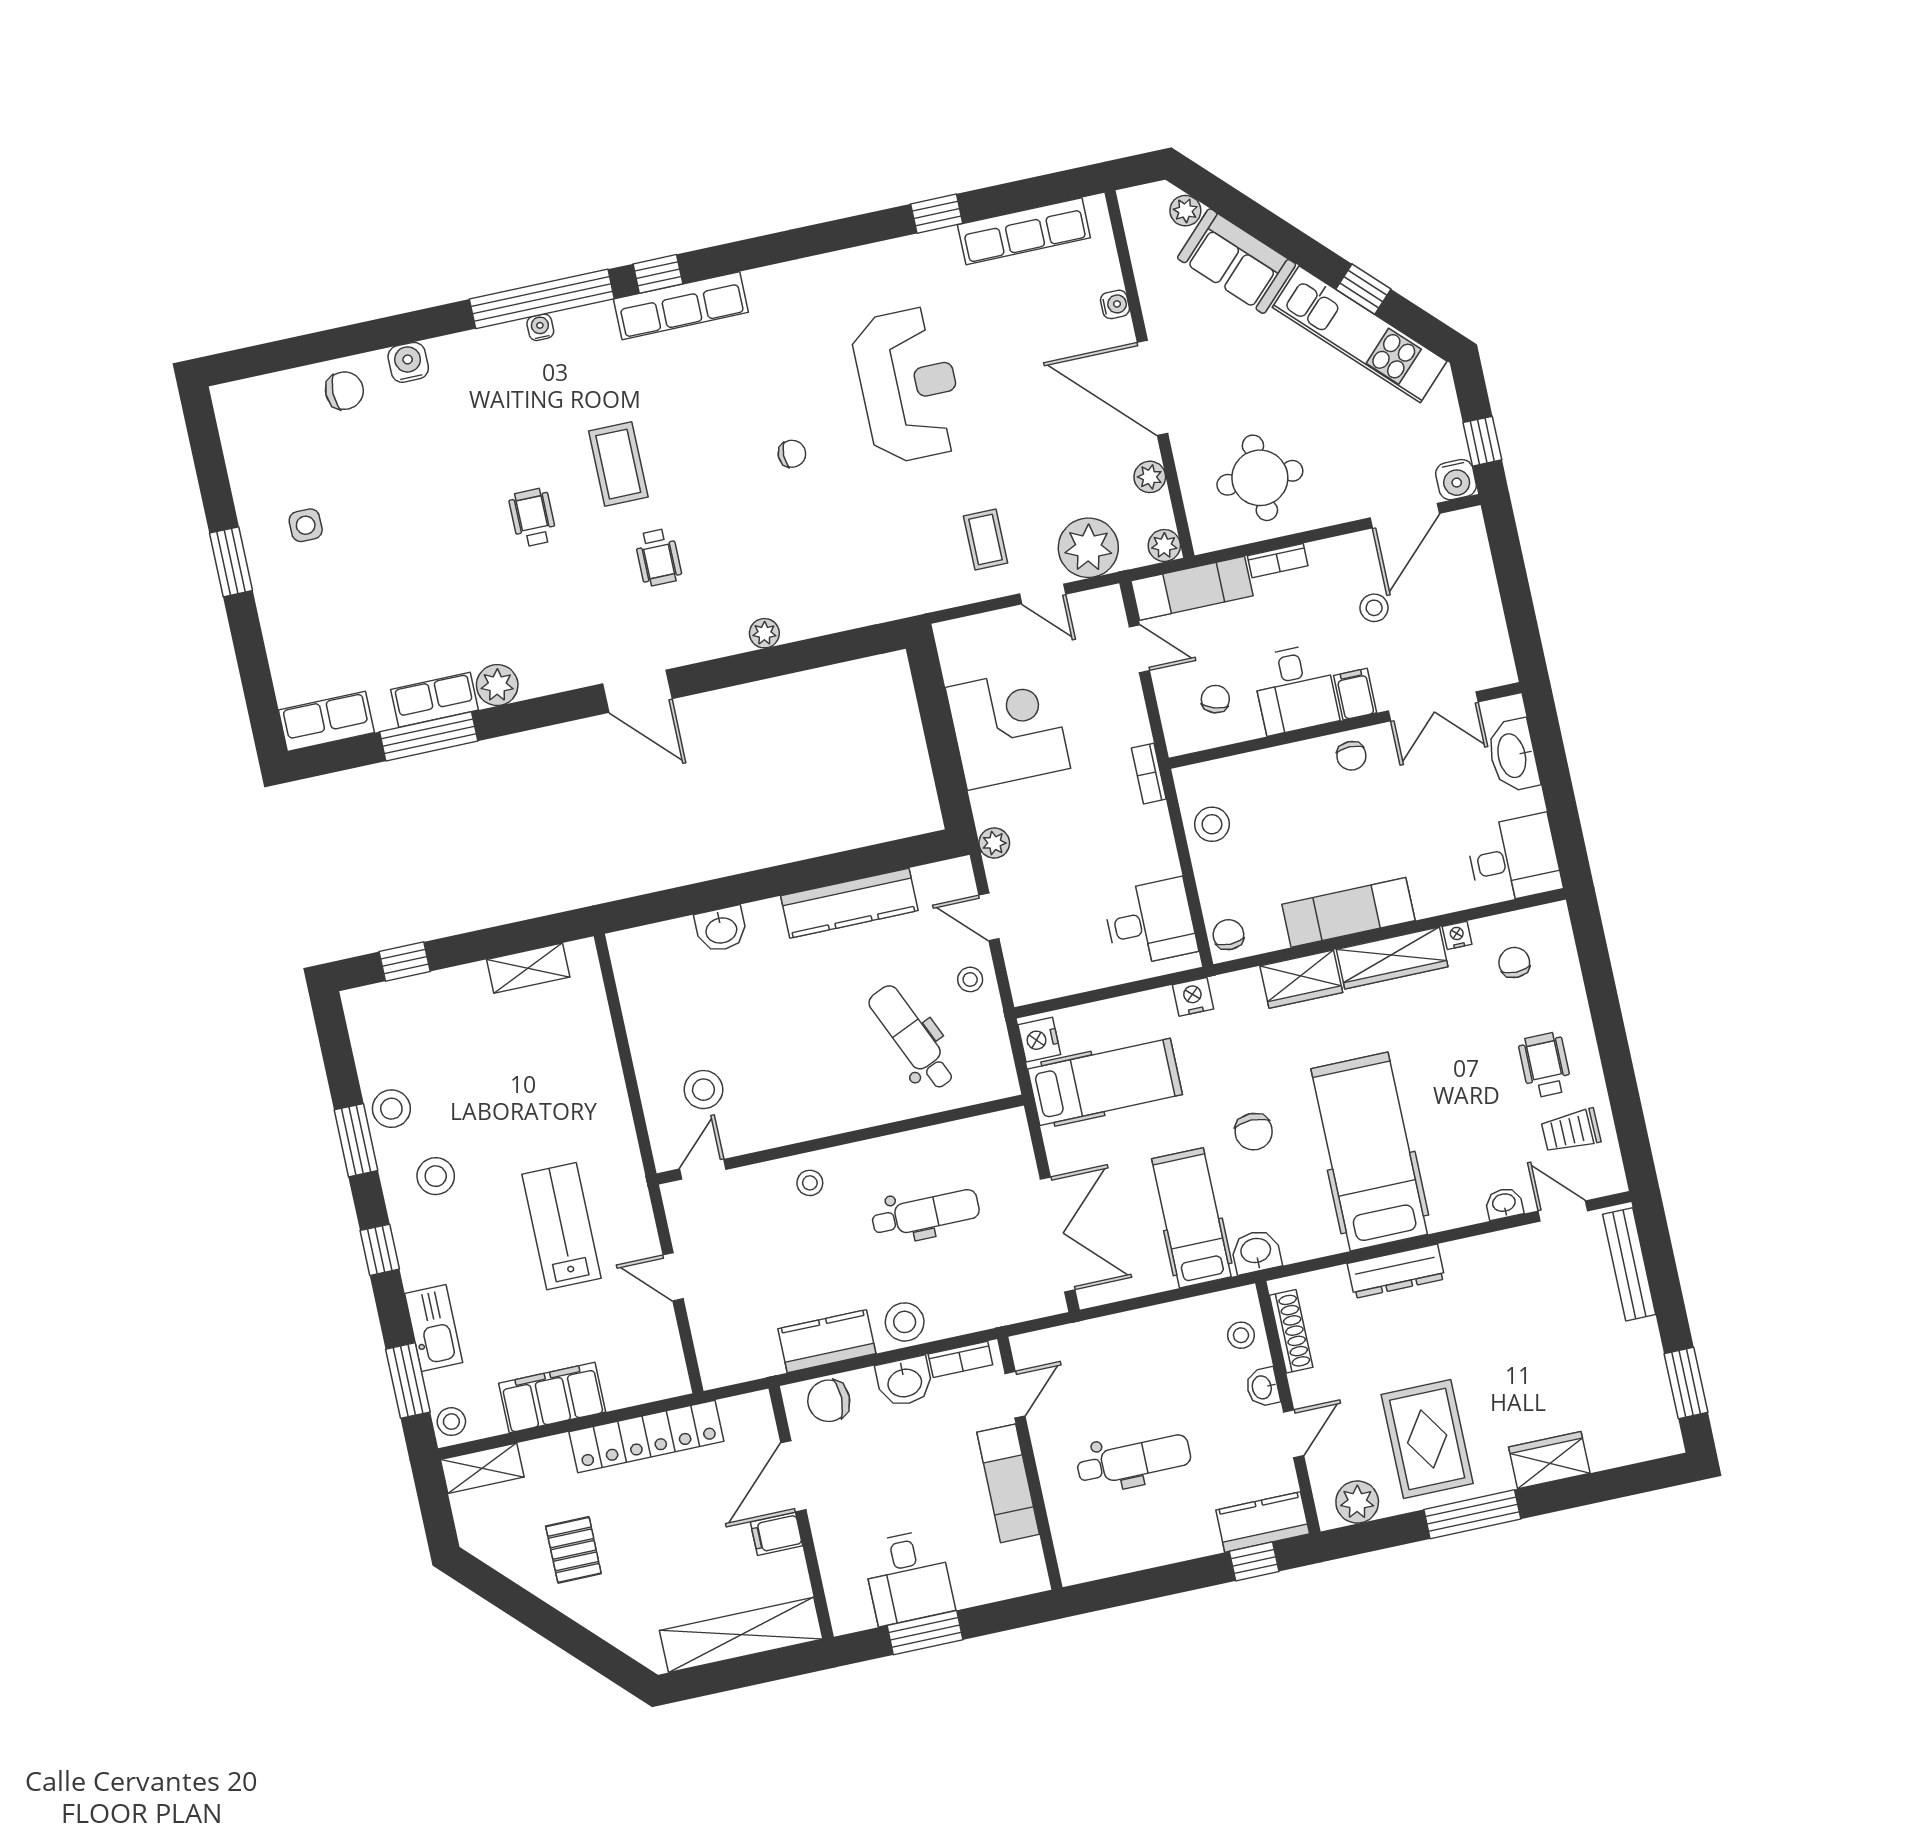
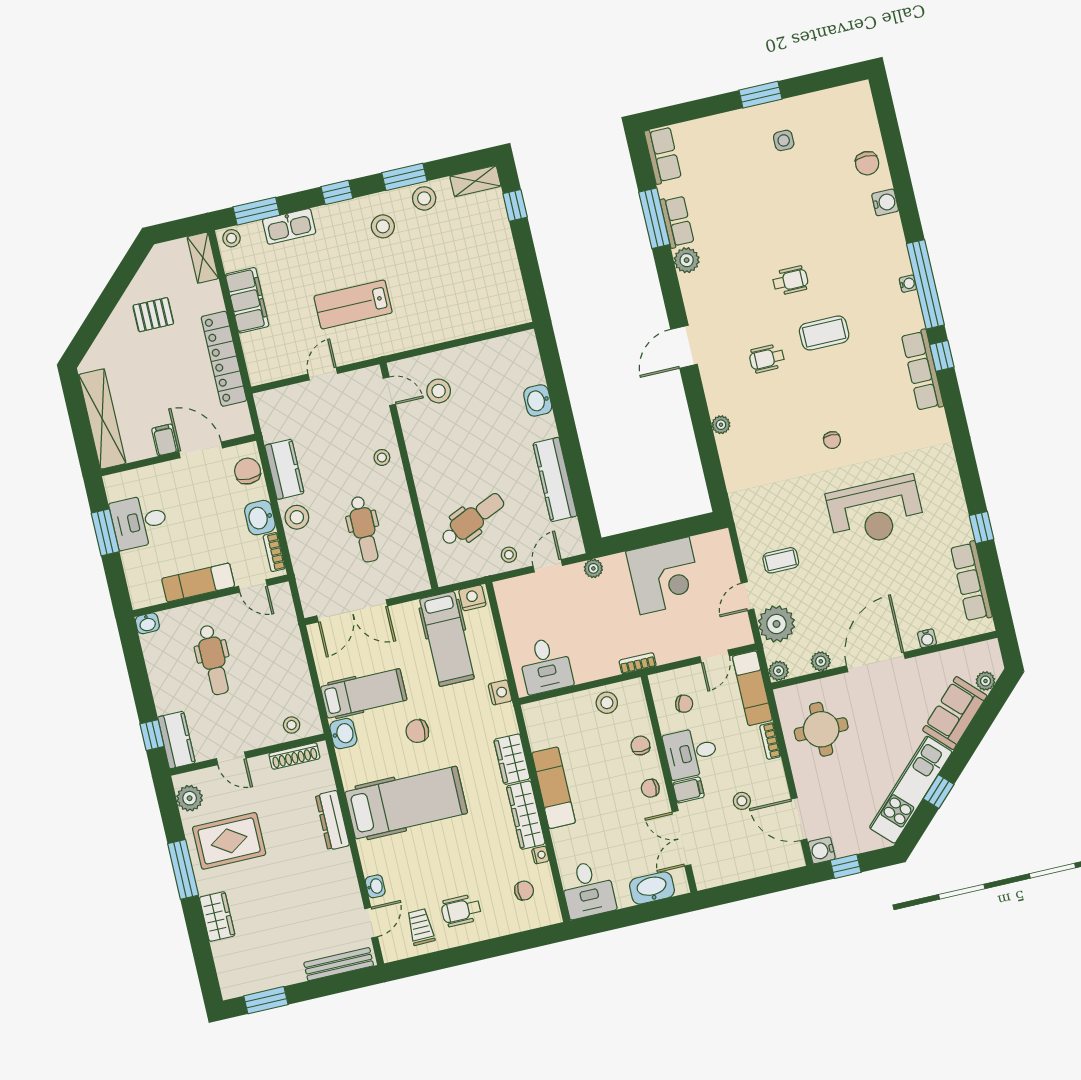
chair: (1228, 935) -> (640, 745), moved, turned -90
shelving: (528, 968) -> (475, 181), moved, turned 90
wheelchair: (1545, 1065) -> (461, 910), turned 180
lab bench: (561, 1226) -> (353, 304), turned 180
washbasin: (1263, 1387) -> (147, 623), moved, turned 180

